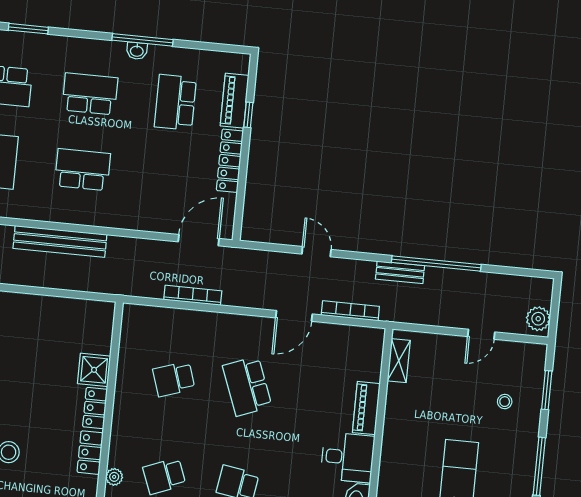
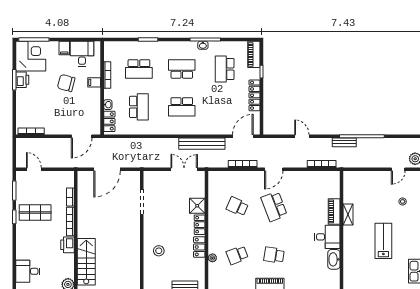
piano: (235, 101) -> (254, 54), moved
school desk: (83, 170) -> (182, 107), turned 180
bench: (60, 241) -> (202, 144), moved
double door: (75, 294) -> (184, 169), added
door: (294, 316) -> (274, 169), moved
door: (481, 334) -> (398, 169), moved
shelving: (399, 361) -> (348, 214), moved
school desk: (174, 379) -> (237, 206), turned 42

